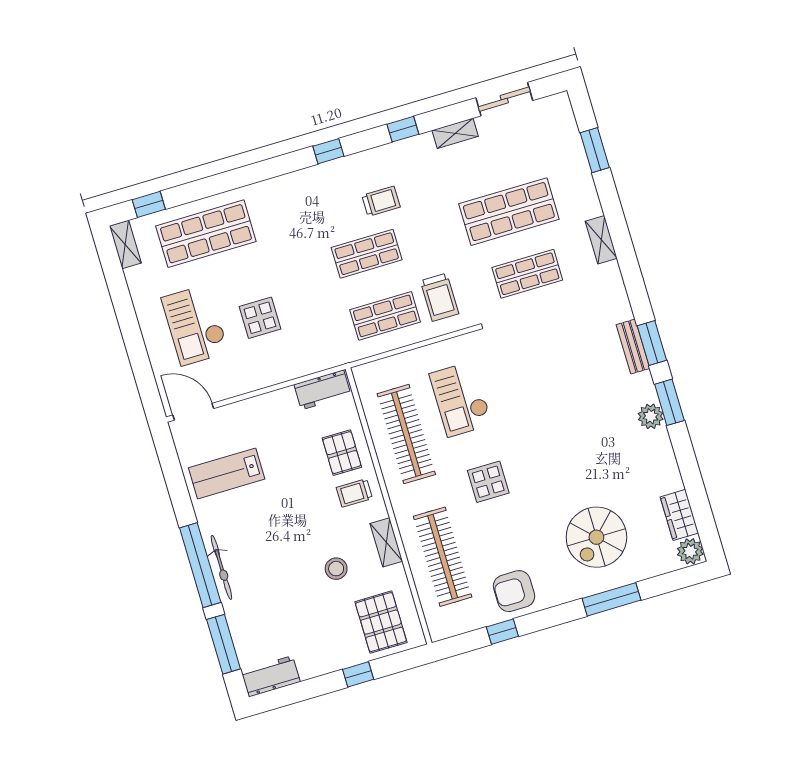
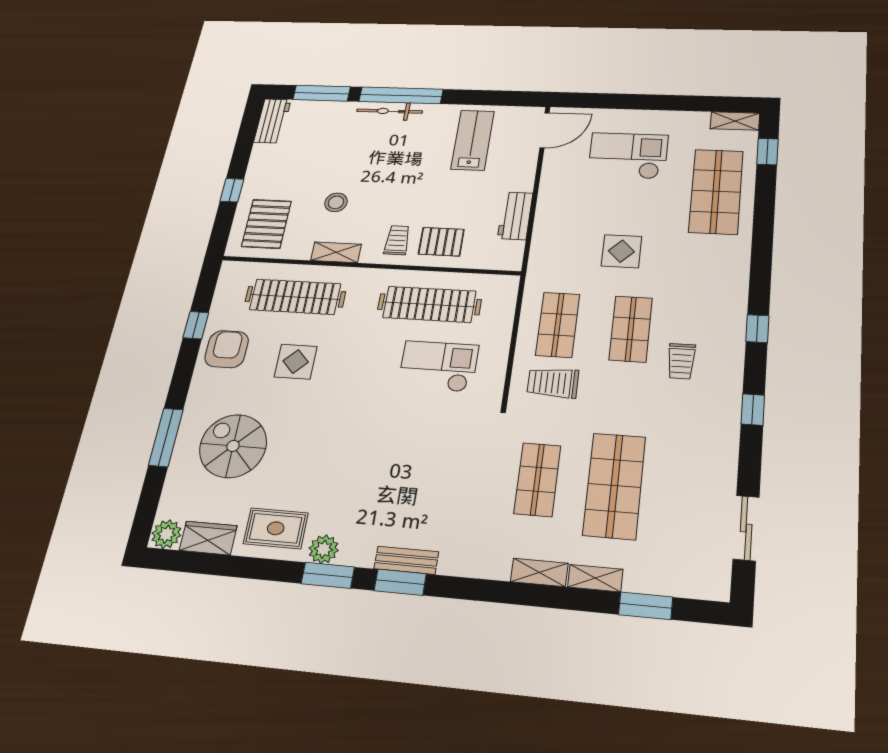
shelving: (455, 133) -> (595, 578), moved, turned 90
display table: (260, 318) -> (621, 251), moved
workbench: (322, 390) -> (515, 216), moved
rug: (650, 464) -> (276, 528), added
display table: (488, 482) -> (296, 362), moved
pallet: (381, 622) -> (266, 224), turned 90

